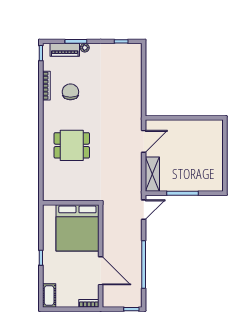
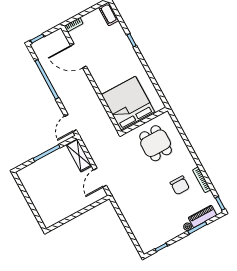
dining table: (72, 145) -> (156, 143), turned 90
wall: (71, 203) -> (144, 121), moved
bed: (77, 228) -> (128, 104), moved

